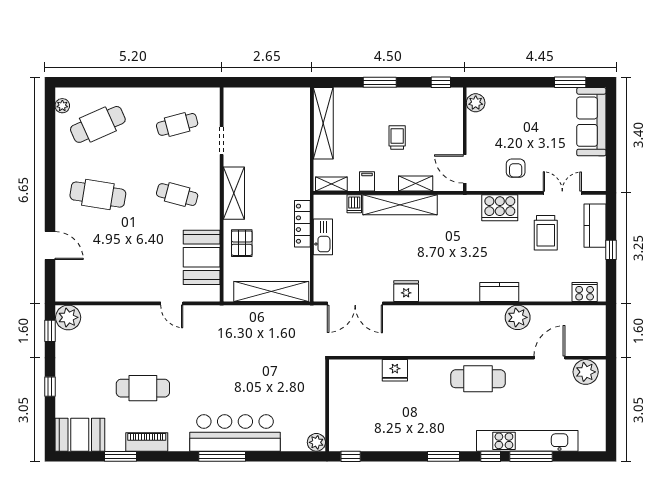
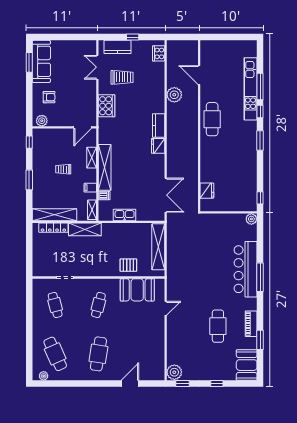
sofa: (591, 122) -> (41, 61), moved, turned -90
armchair: (516, 168) -> (49, 97), moved
shelving: (234, 193) -> (85, 229), moved
locker: (302, 224) -> (53, 228), moved
fridge: (406, 291) -> (158, 146), moved
kitchen counter: (499, 292) -> (159, 126), moved
fridge: (395, 370) -> (207, 191), moved
plant: (586, 372) -> (208, 53), removed

